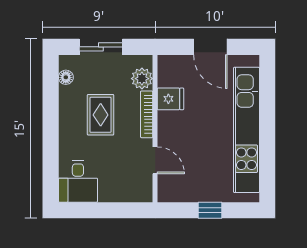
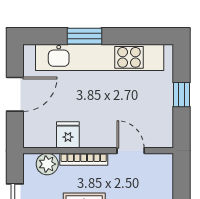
window: (267, 115) -> (84, 36), added
door: (155, 160) -> (131, 151), hinge flipped

